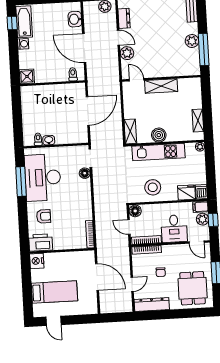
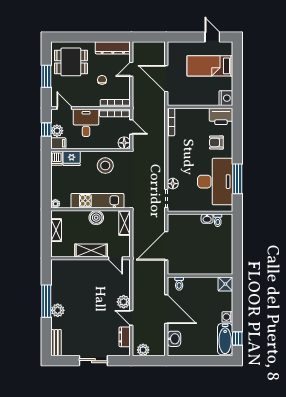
wall: (161, 78) -> (91, 258), moved
door: (137, 80) -> (115, 258), moved
shelving: (161, 86) -> (91, 251), moved
dining table: (193, 288) -> (71, 62), turned 90

